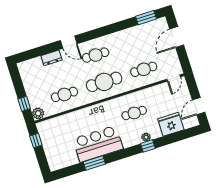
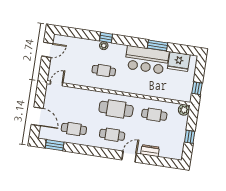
door: (177, 37) -> (37, 116), hinge flipped
door: (69, 42) -> (129, 157), hinge flipped
cafe table: (144, 69) -> (74, 129), moved
window: (24, 104) -> (190, 137), moved
fridge: (171, 124) -> (179, 62), moved

